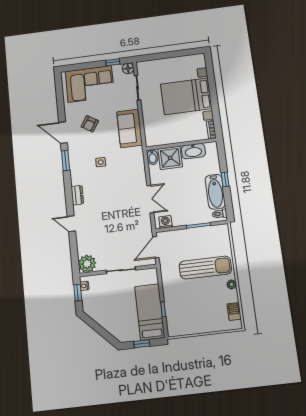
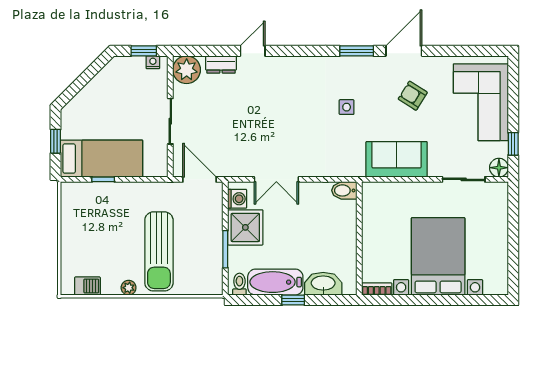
washbasin: (193, 151) -> (323, 284), moved, turned 90
shower: (170, 158) -> (245, 227), moved
dresser: (77, 195) -> (221, 65), moved

